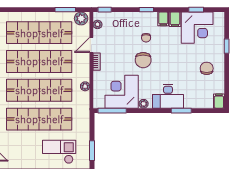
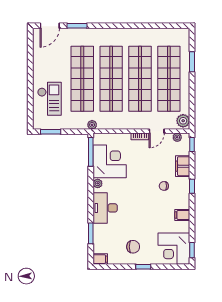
window: (65, 10) -> (192, 62), moved
window: (196, 10) -> (192, 250), moved
filing cabinet: (163, 19) -> (183, 166), moved, width x2.00
corner desk: (197, 28) -> (174, 249), moved
door: (91, 45) -> (157, 131), swing flipped
window: (227, 46) -> (143, 267), moved
chair: (143, 60) -> (141, 183), removed
plant: (85, 86) -> (92, 125), moved
window: (181, 111) -> (91, 233), moved

